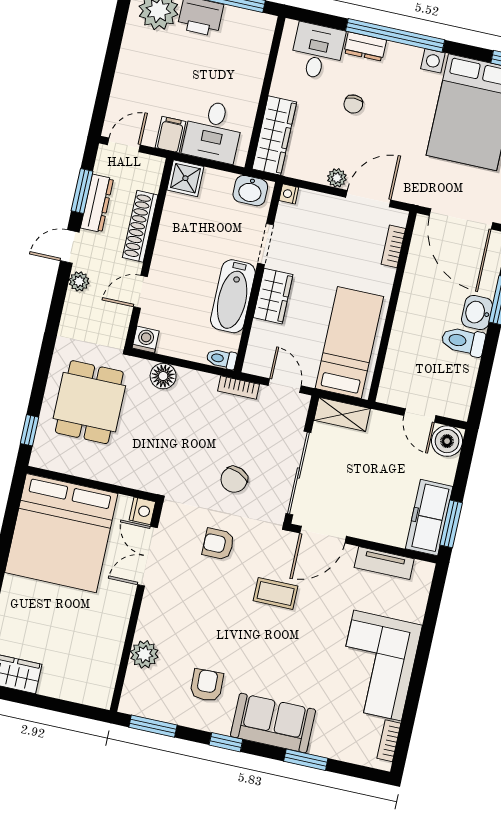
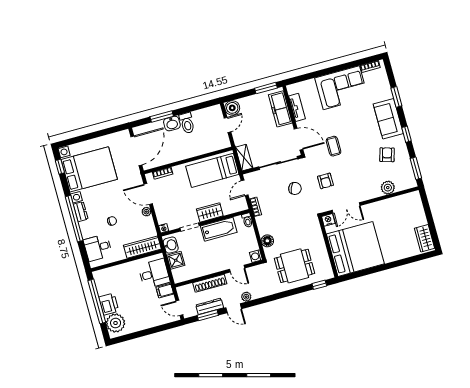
dresser: (365, 47) -> (81, 212), moved
shower: (185, 178) -> (176, 260), moved
freezer: (429, 518) -> (280, 109), moved, turned 90
armchair: (207, 685) -> (387, 155), turned 108

